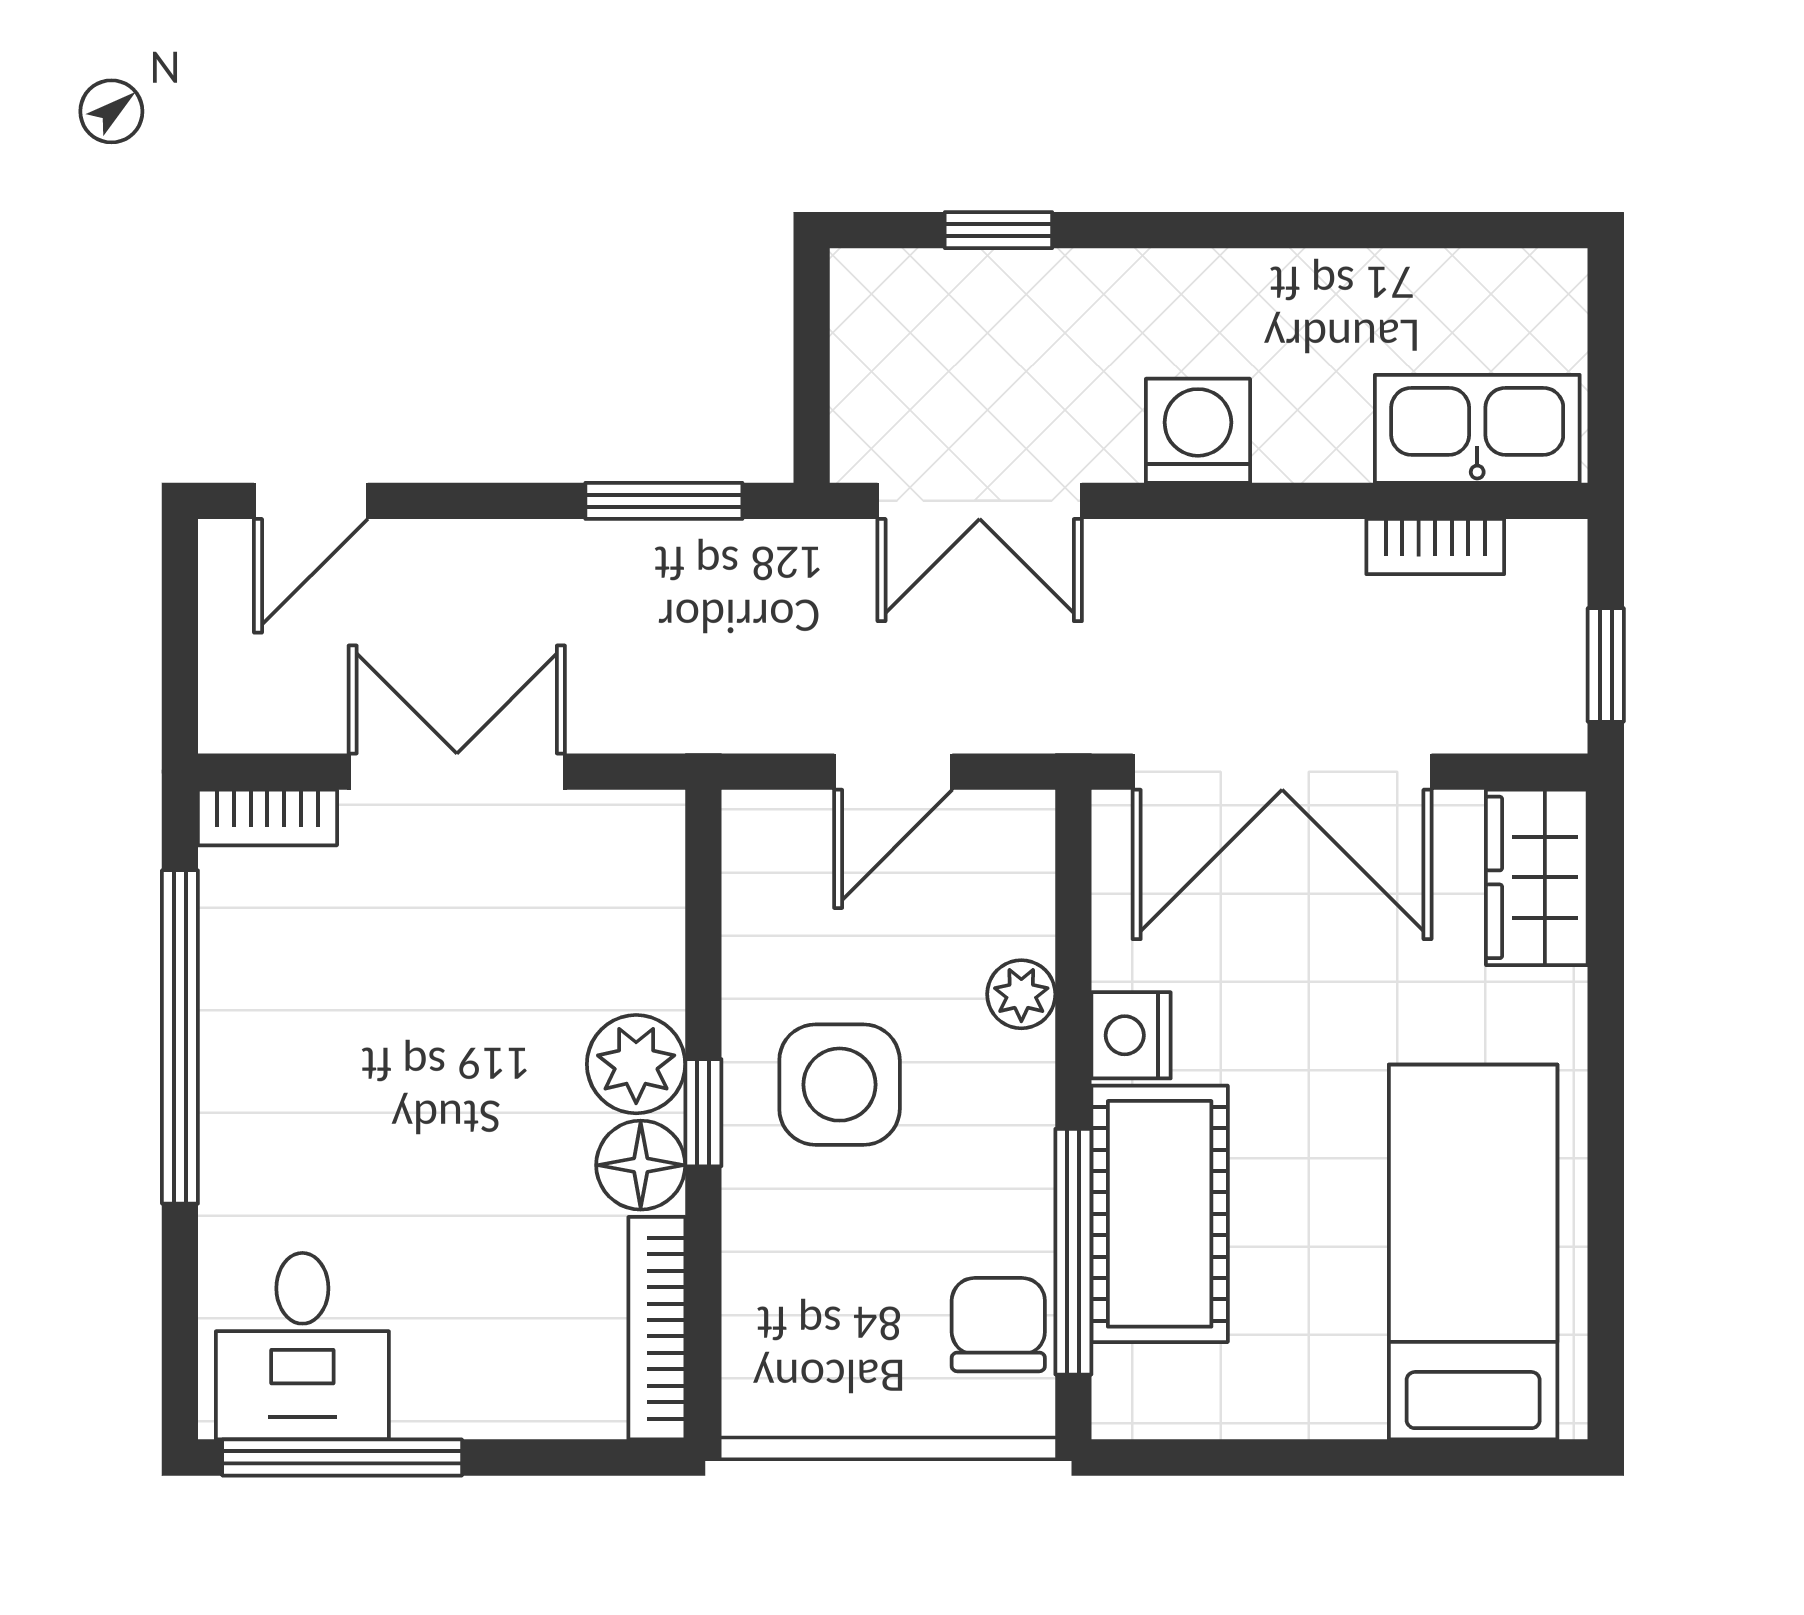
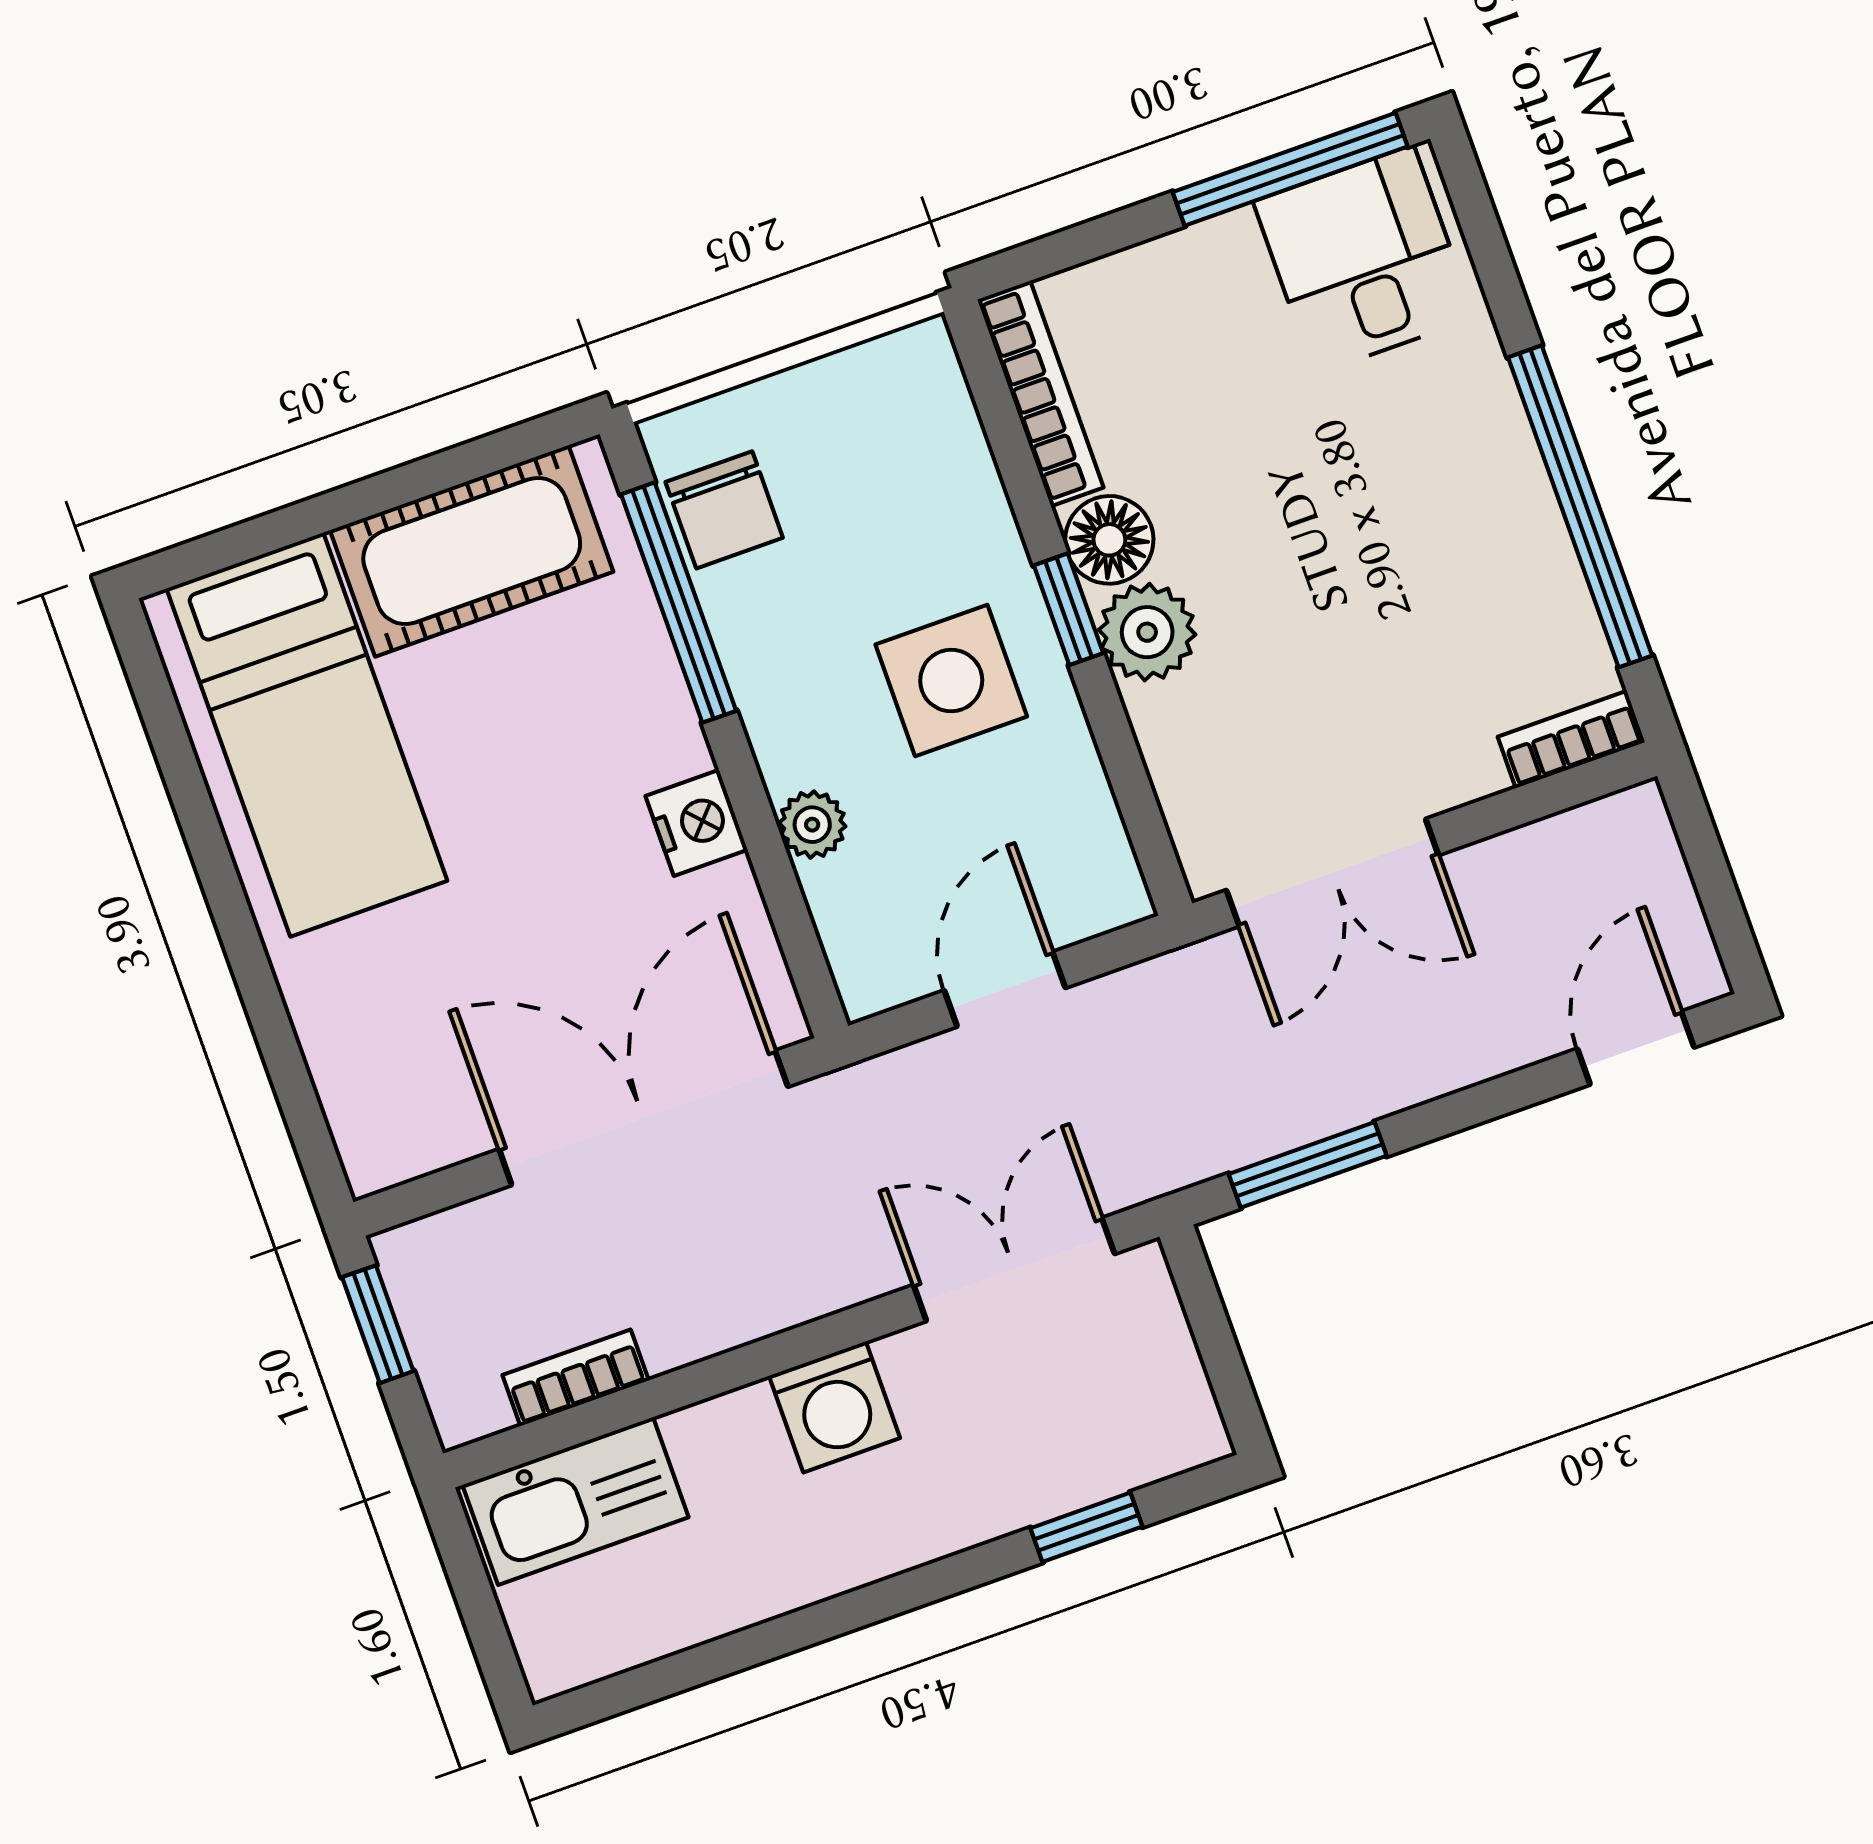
double door: (457, 772) -> (1332, 873), moved
wardrobe: (1537, 877) -> (372, 1104), removed
cot: (1160, 1214) -> (472, 551), moved, turned 90

